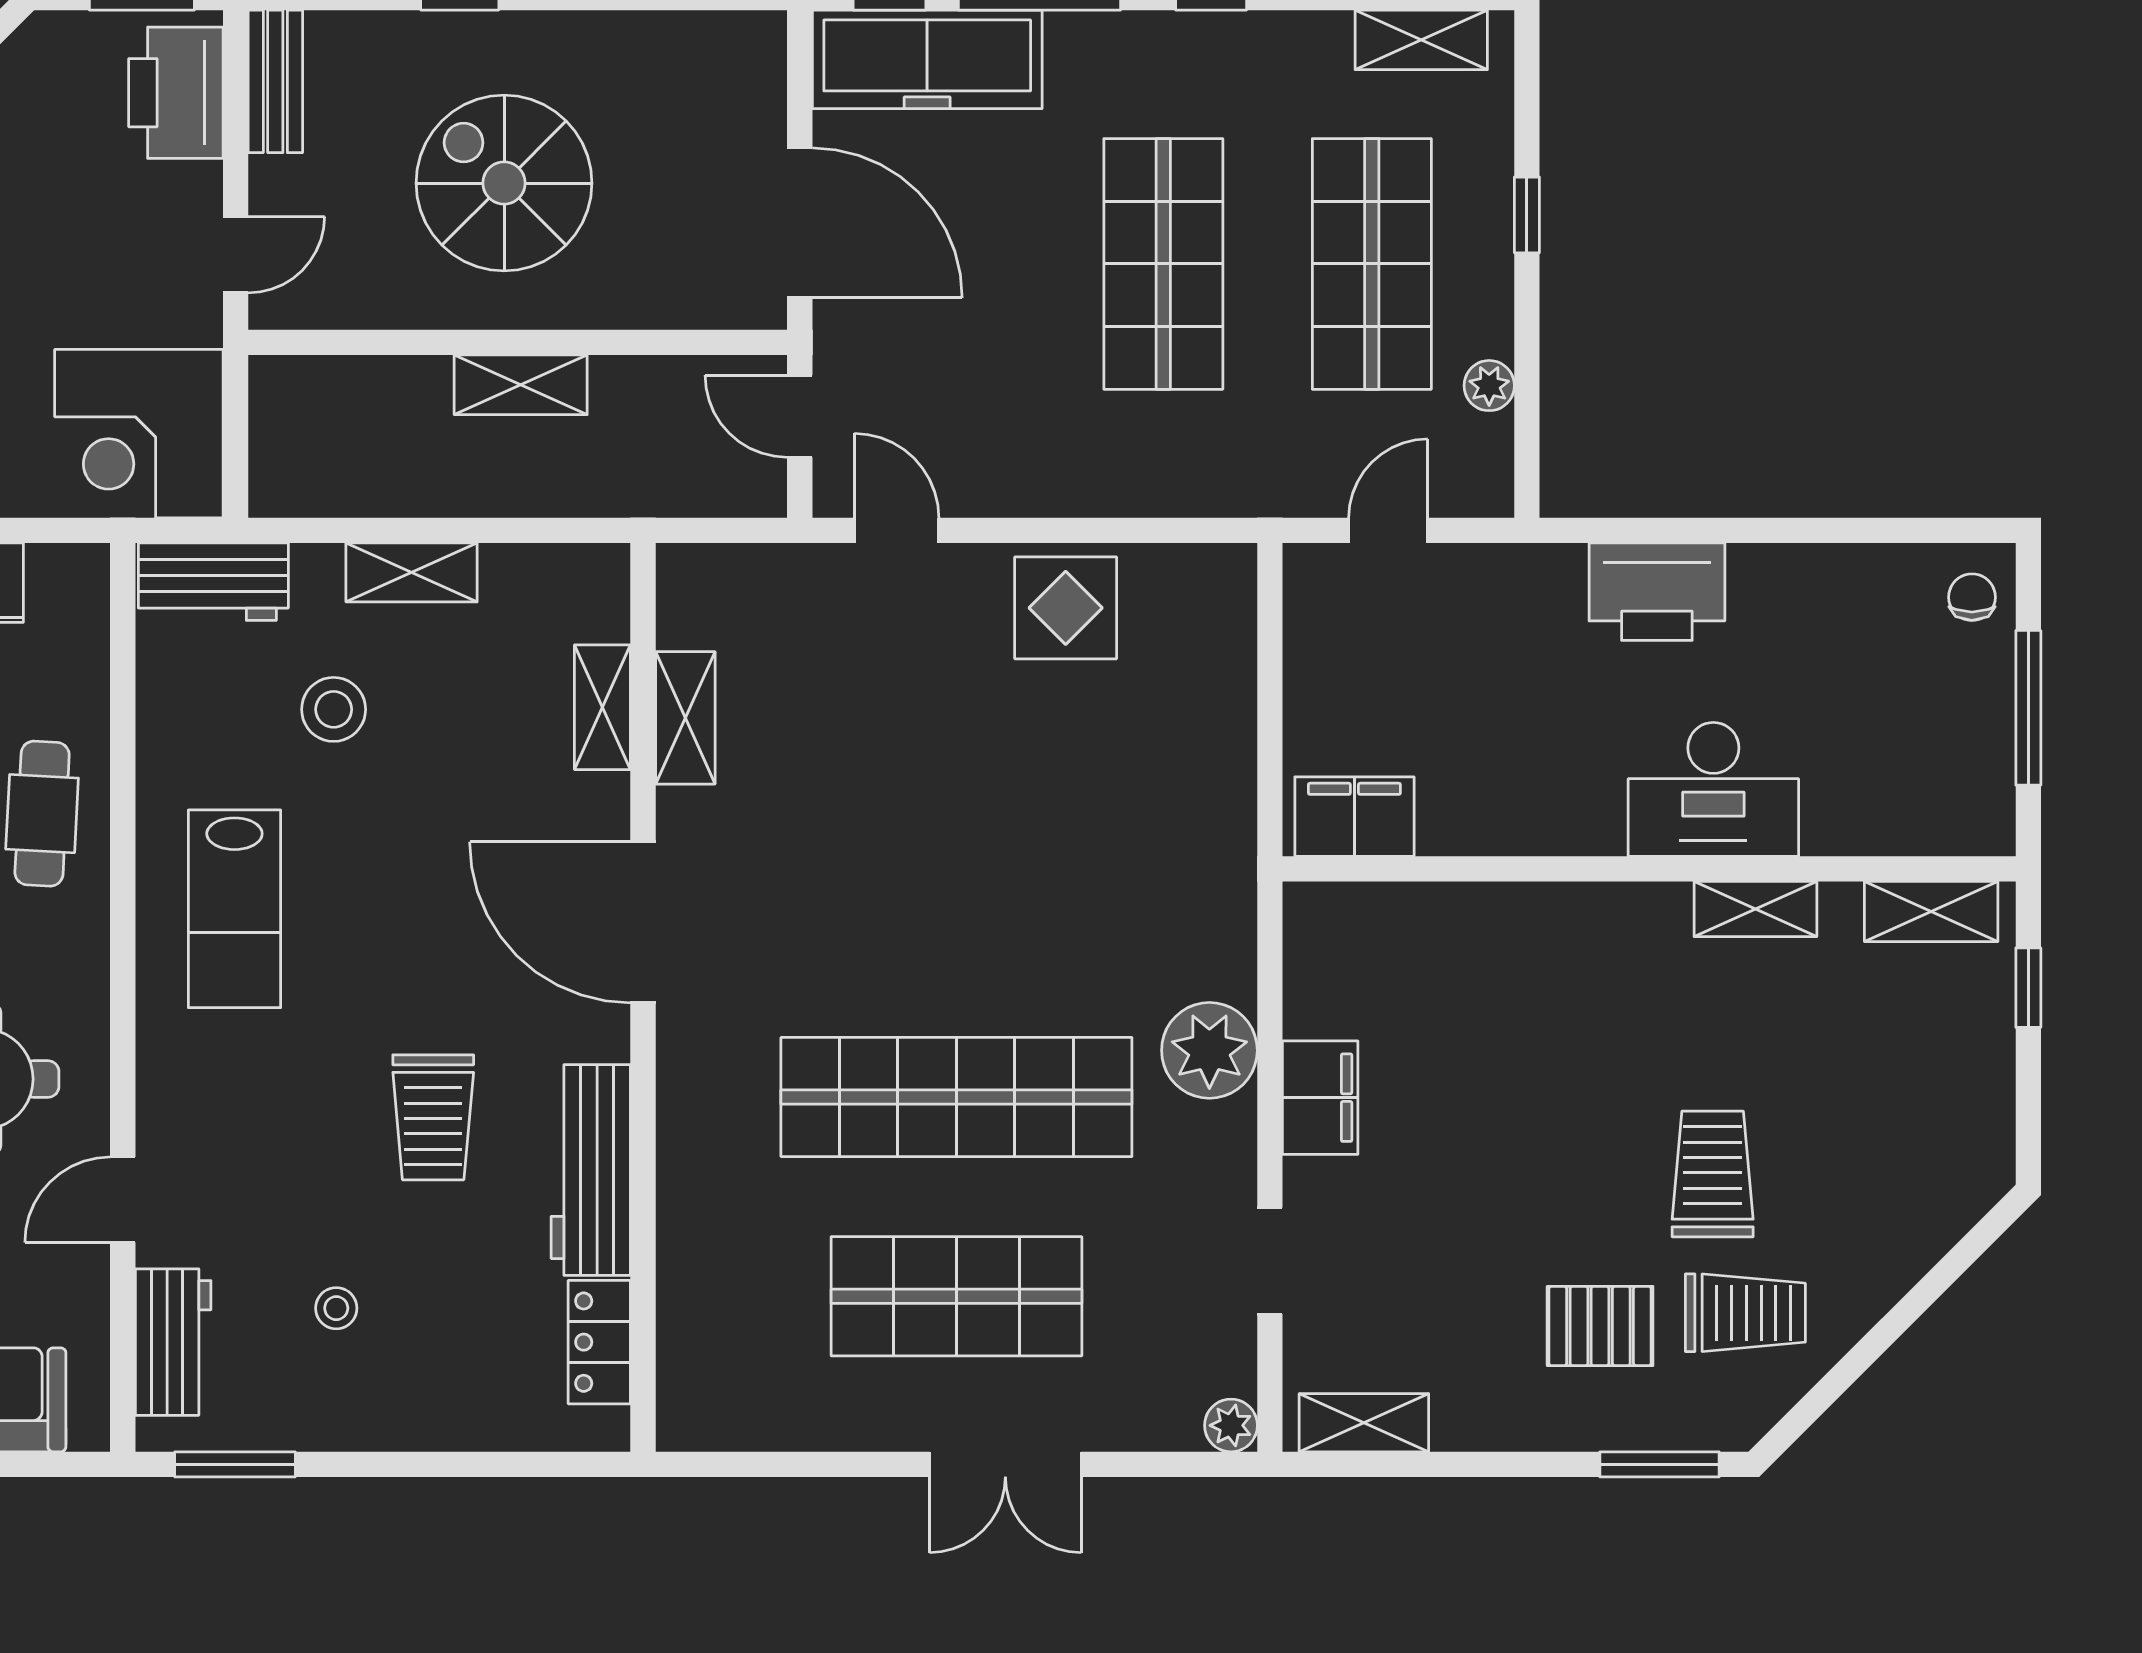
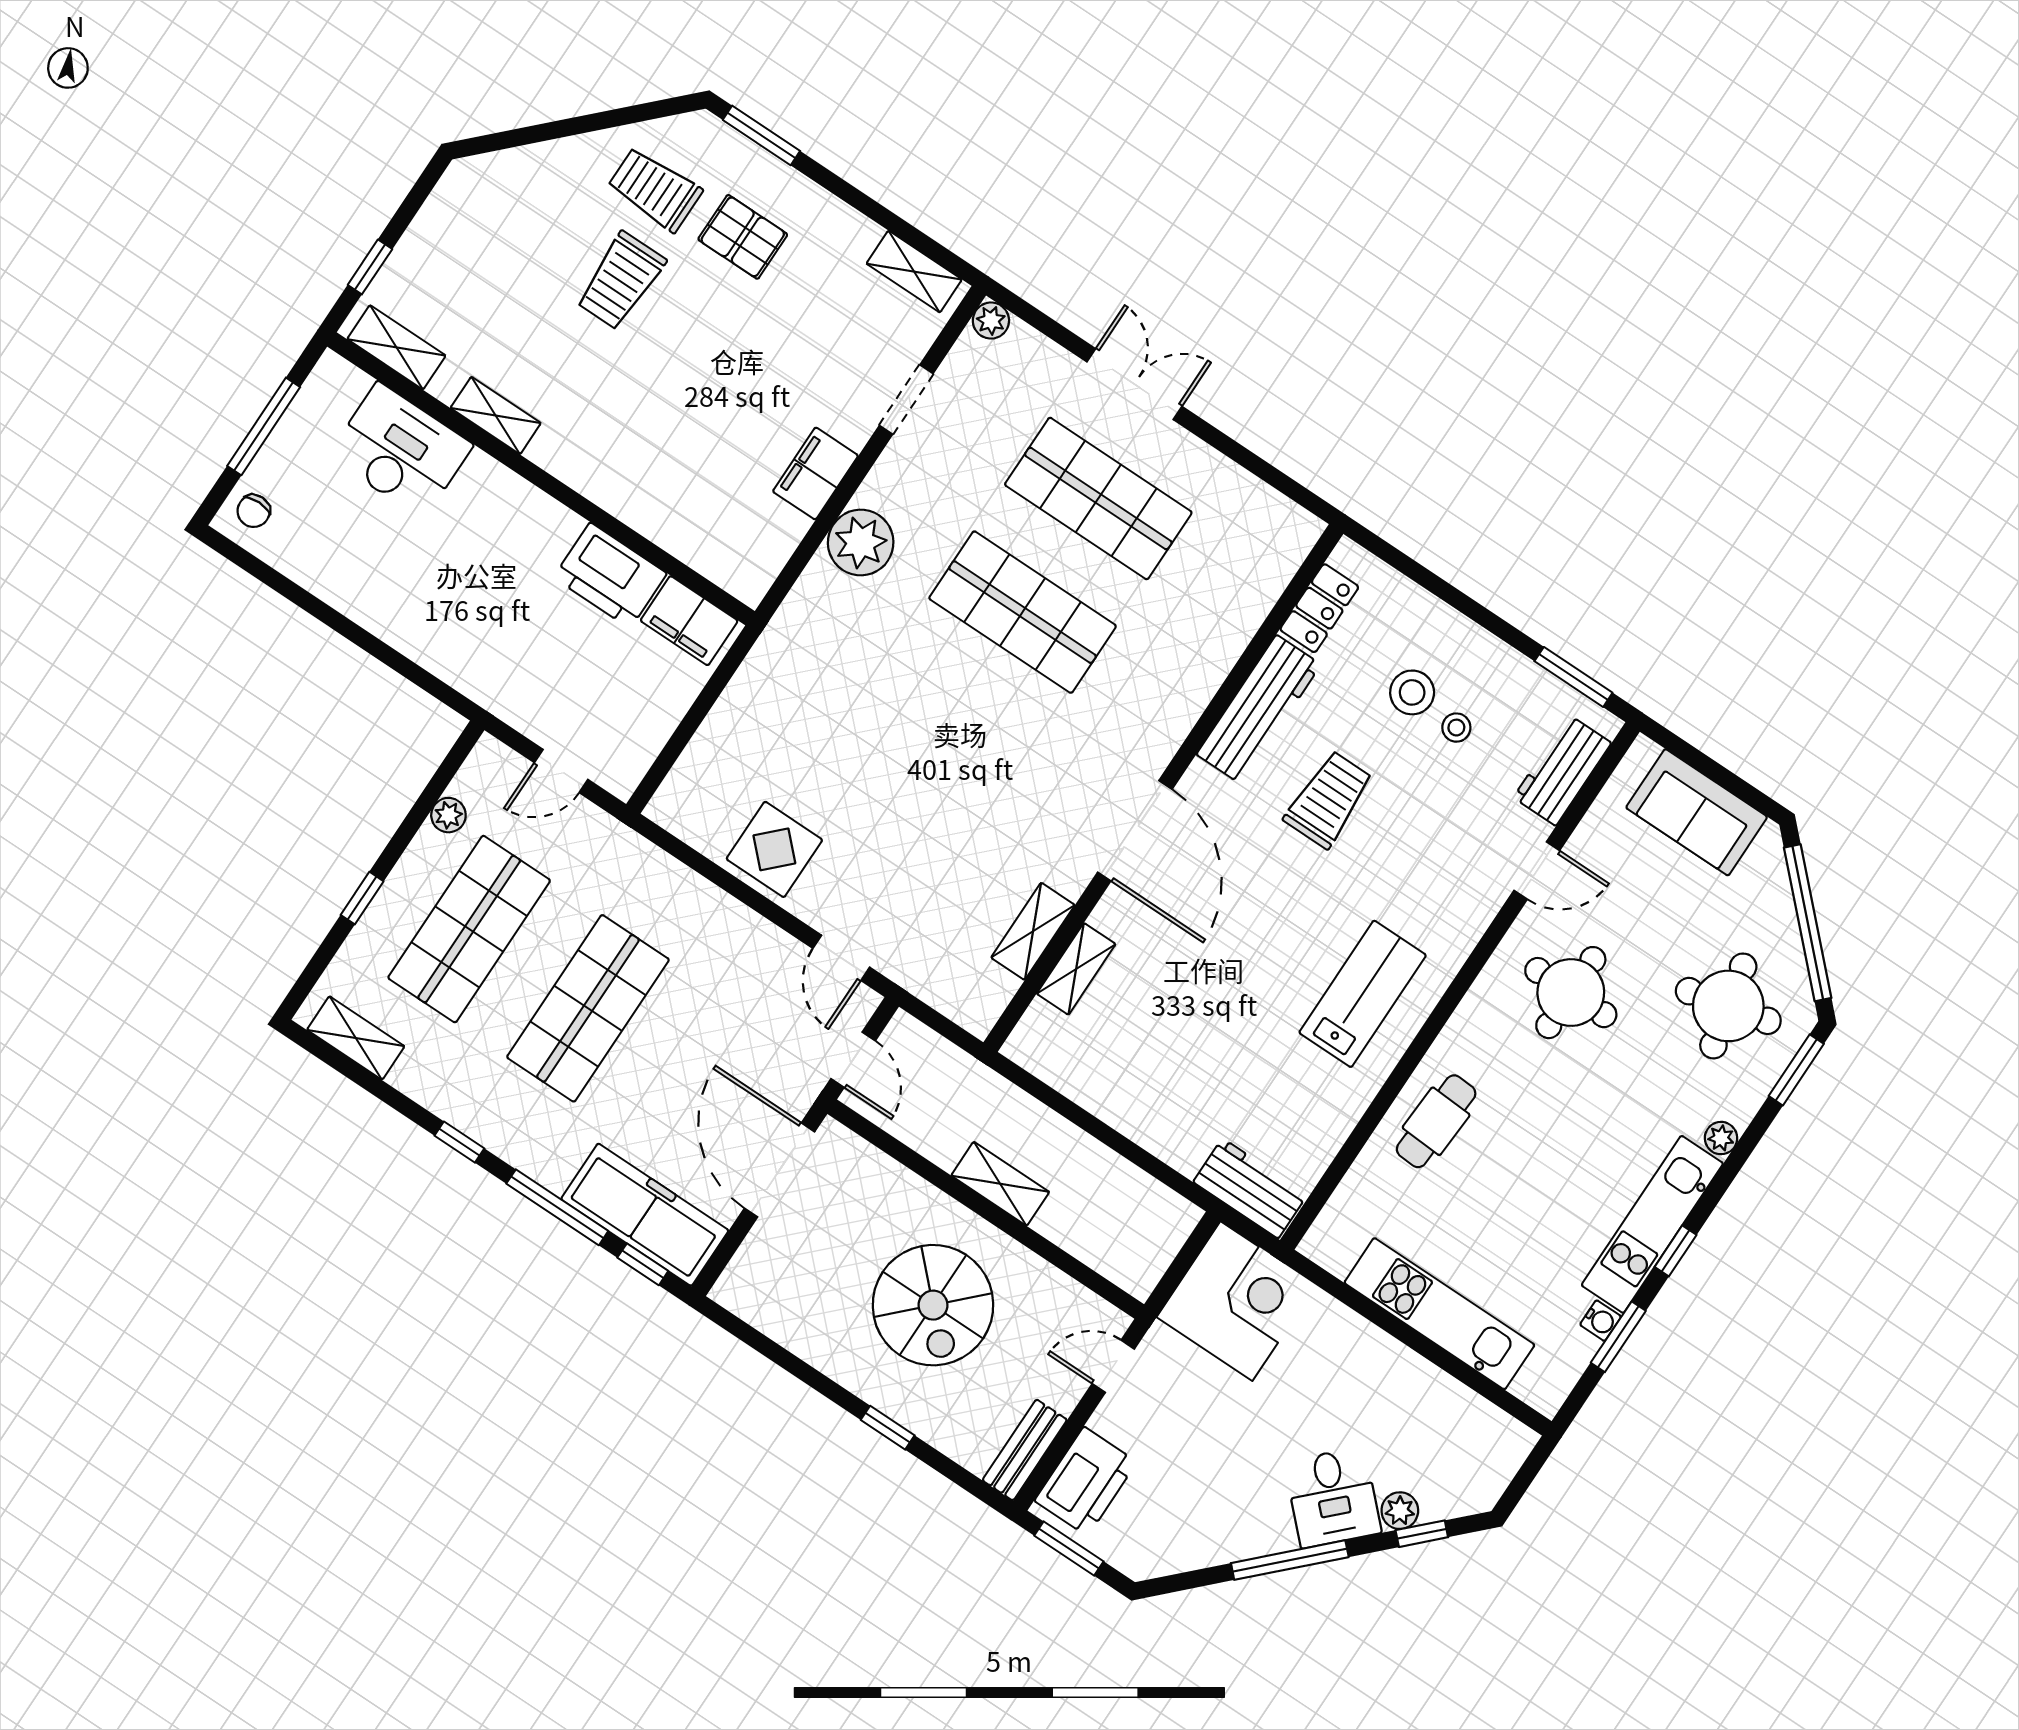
shelving: (412, 572) -> (1134, 1118), removed
printer: (1657, 592) -> (610, 575), moved, turned 180
stool: (334, 709) -> (1412, 692), moved
desk: (1713, 789) -> (400, 451), moved
shop shelf: (956, 1097) -> (1023, 612), width x0.71

